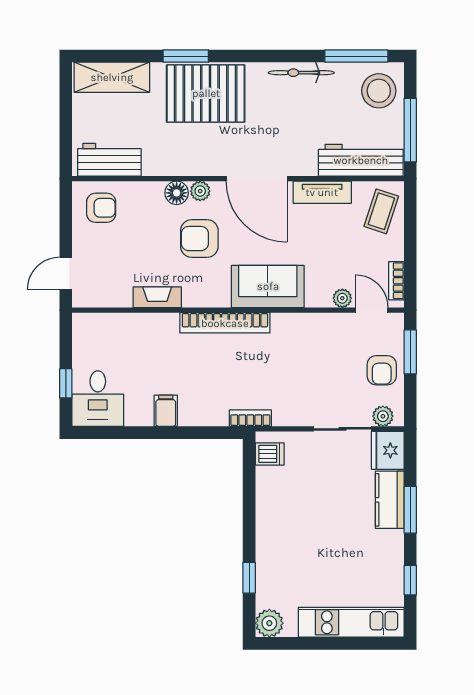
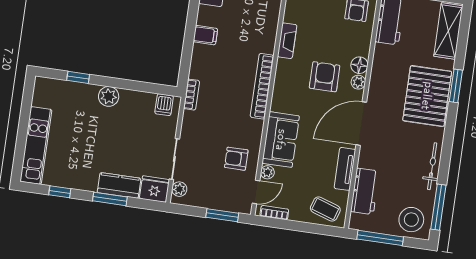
workbench: (361, 160) -> (365, 191), width x0.73
sofa: (268, 286) -> (281, 140), moved
armchair: (382, 370) -> (236, 159), moved
plant: (269, 623) -> (109, 96), moved

